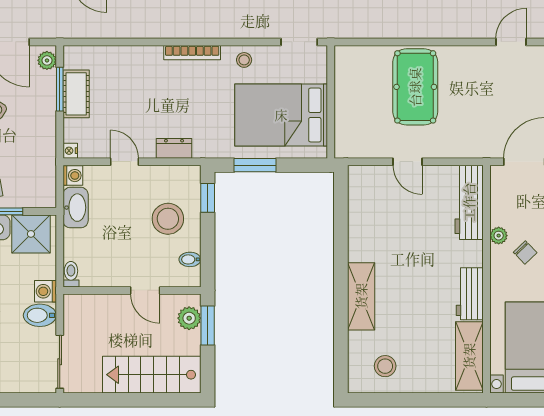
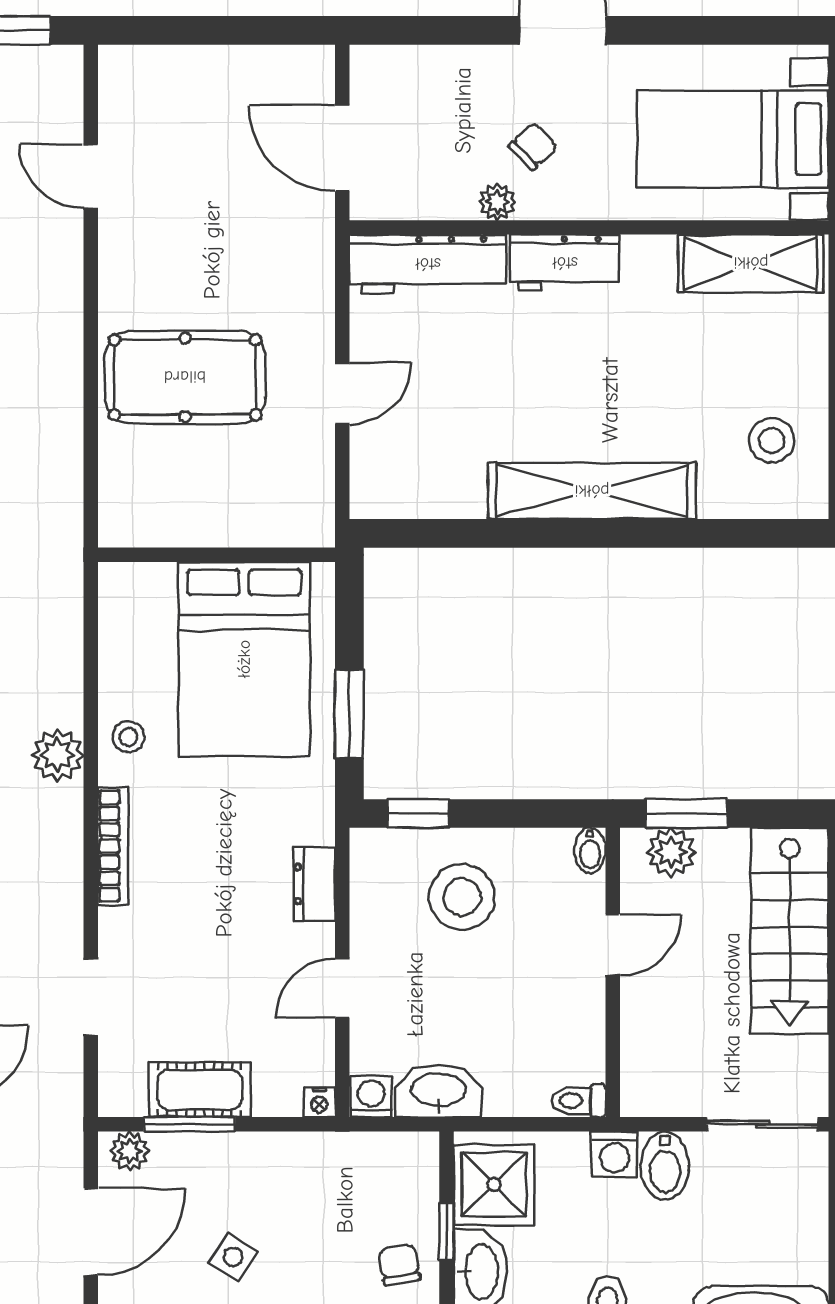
plant: (235, 26) -> (57, 755), added
doorway: (299, 42) -> (91, 997), moved
bidet: (190, 259) -> (590, 851), moved
workbench: (470, 294) -> (565, 263), moved
shelving: (361, 296) -> (592, 491), width x1.47

